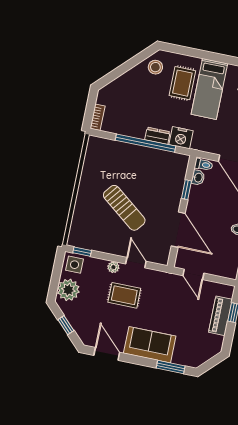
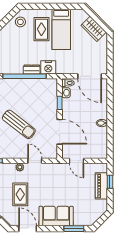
rug: (124, 295) -> (20, 194), moved, turned 90

